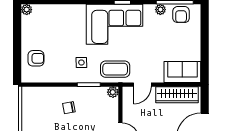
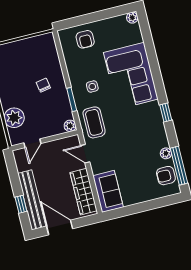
corner sofa: (114, 24) -> (131, 76), moved

